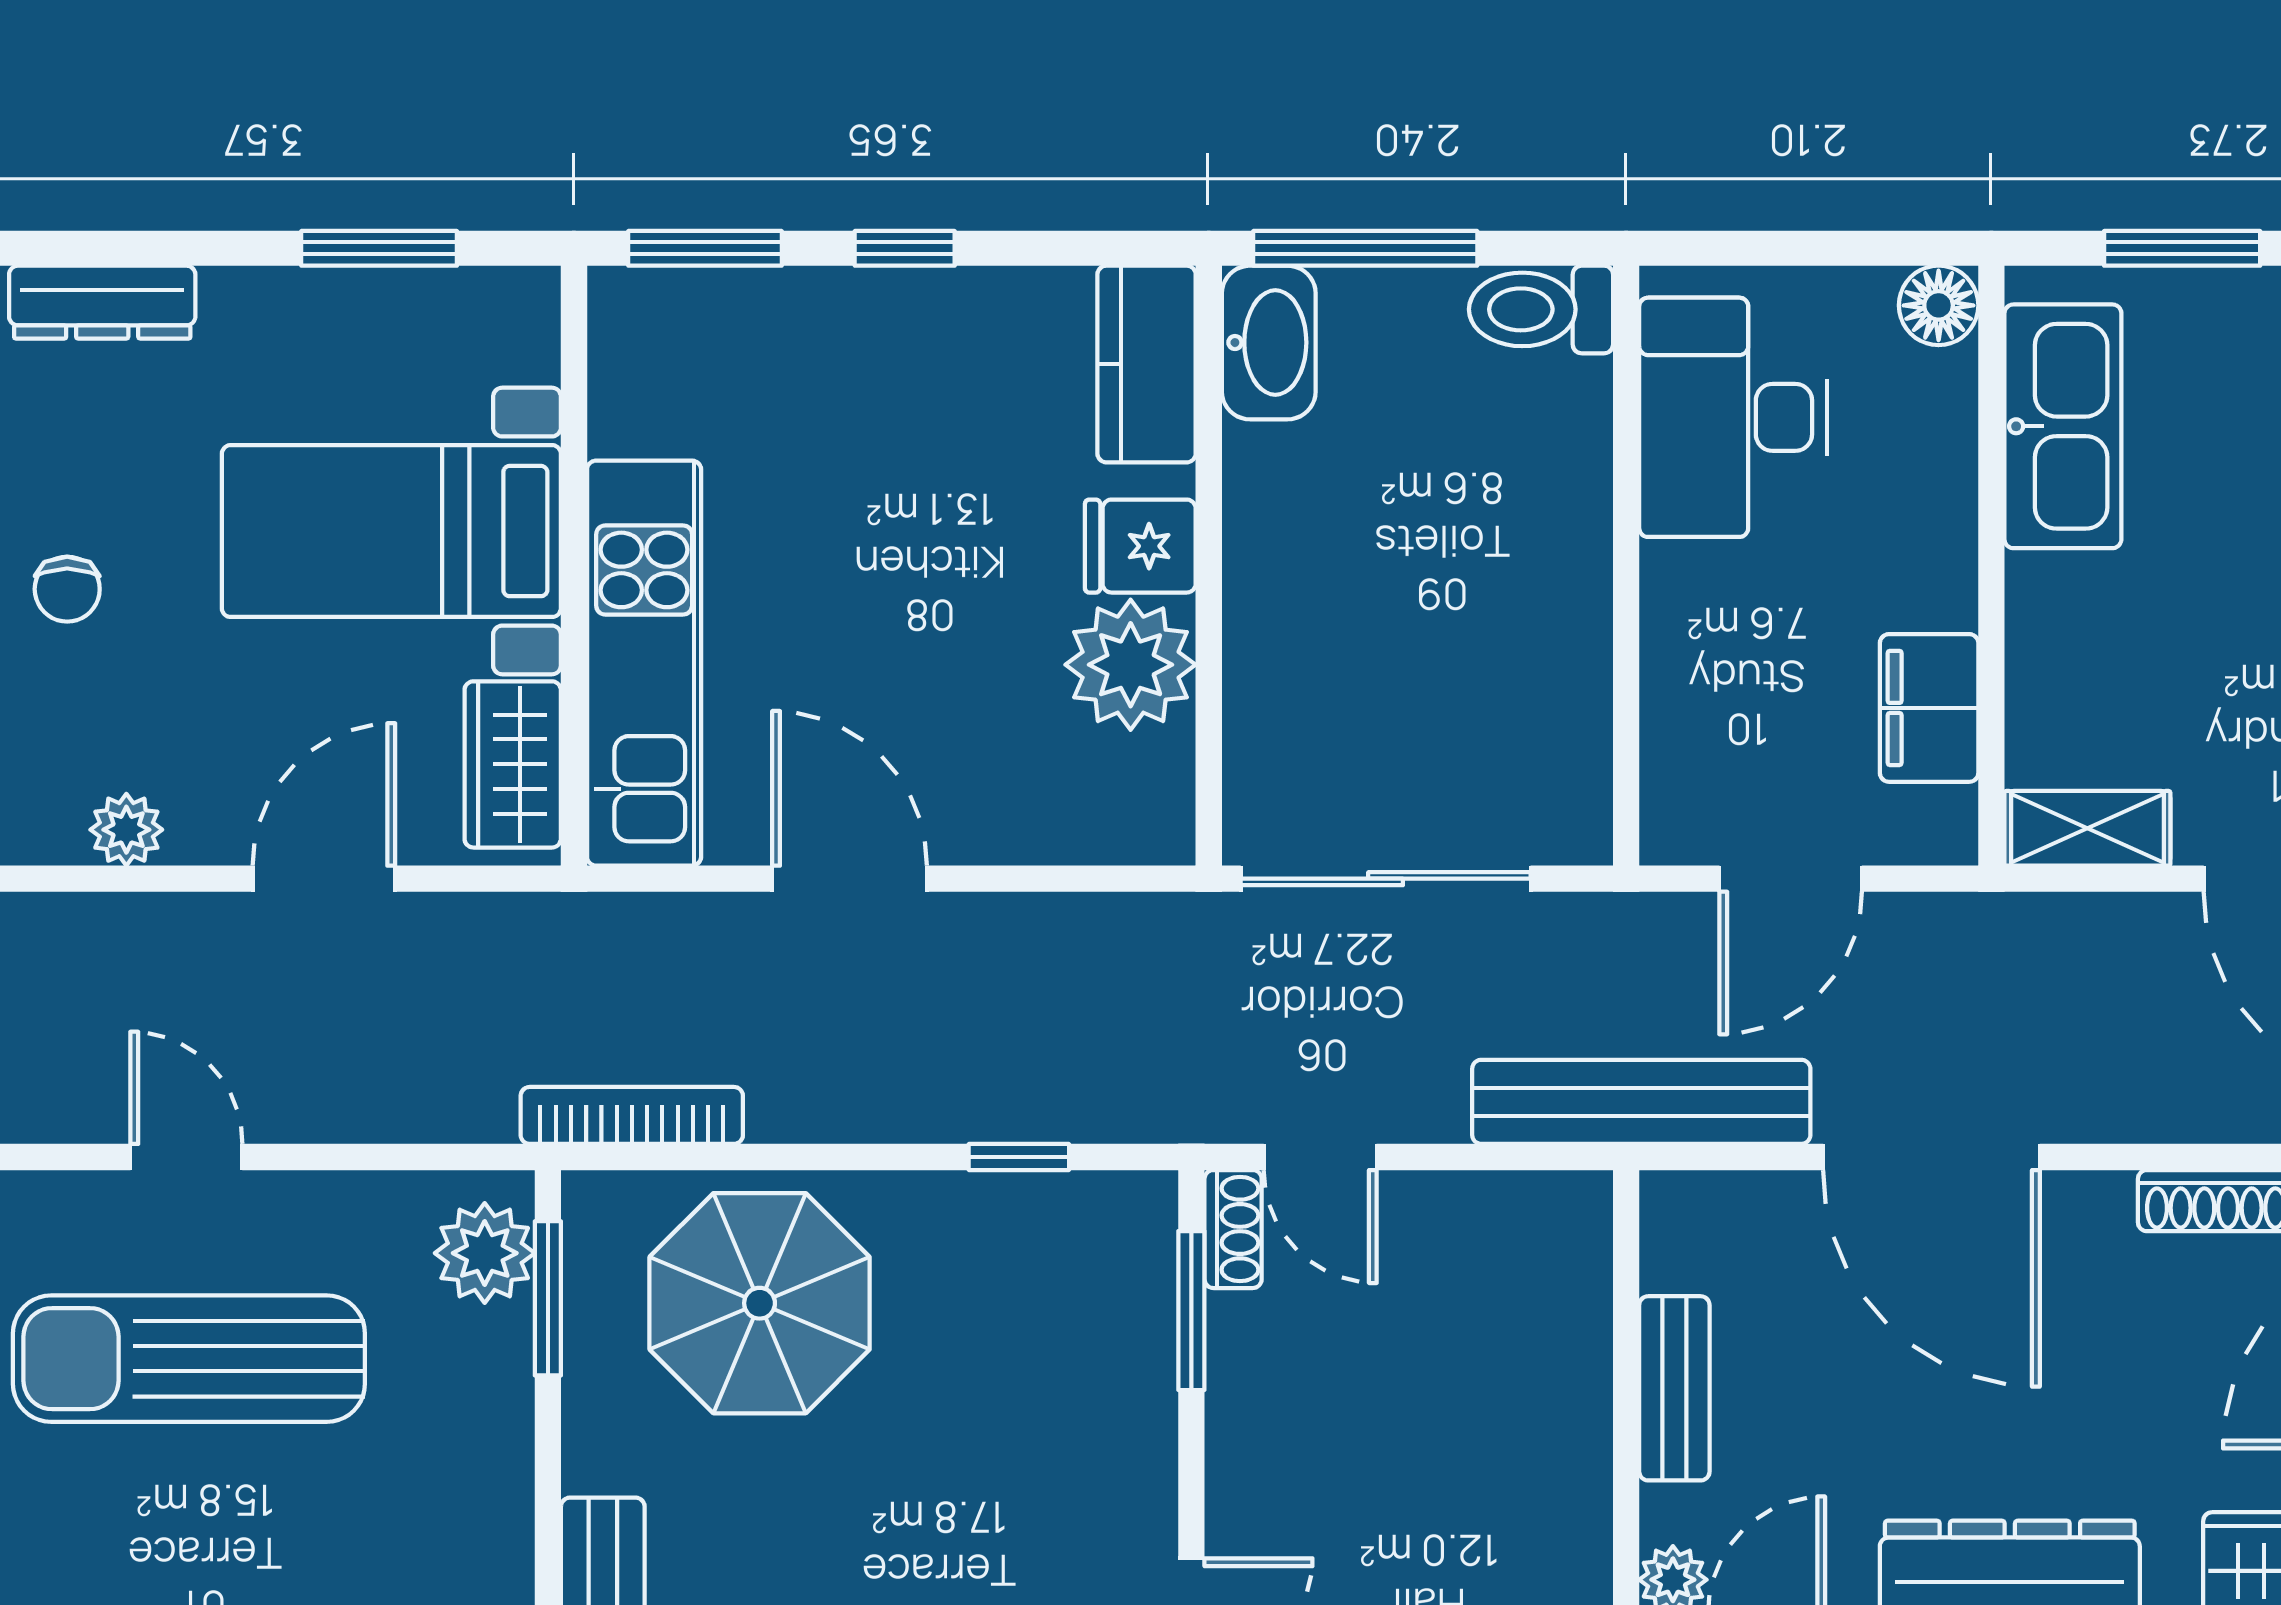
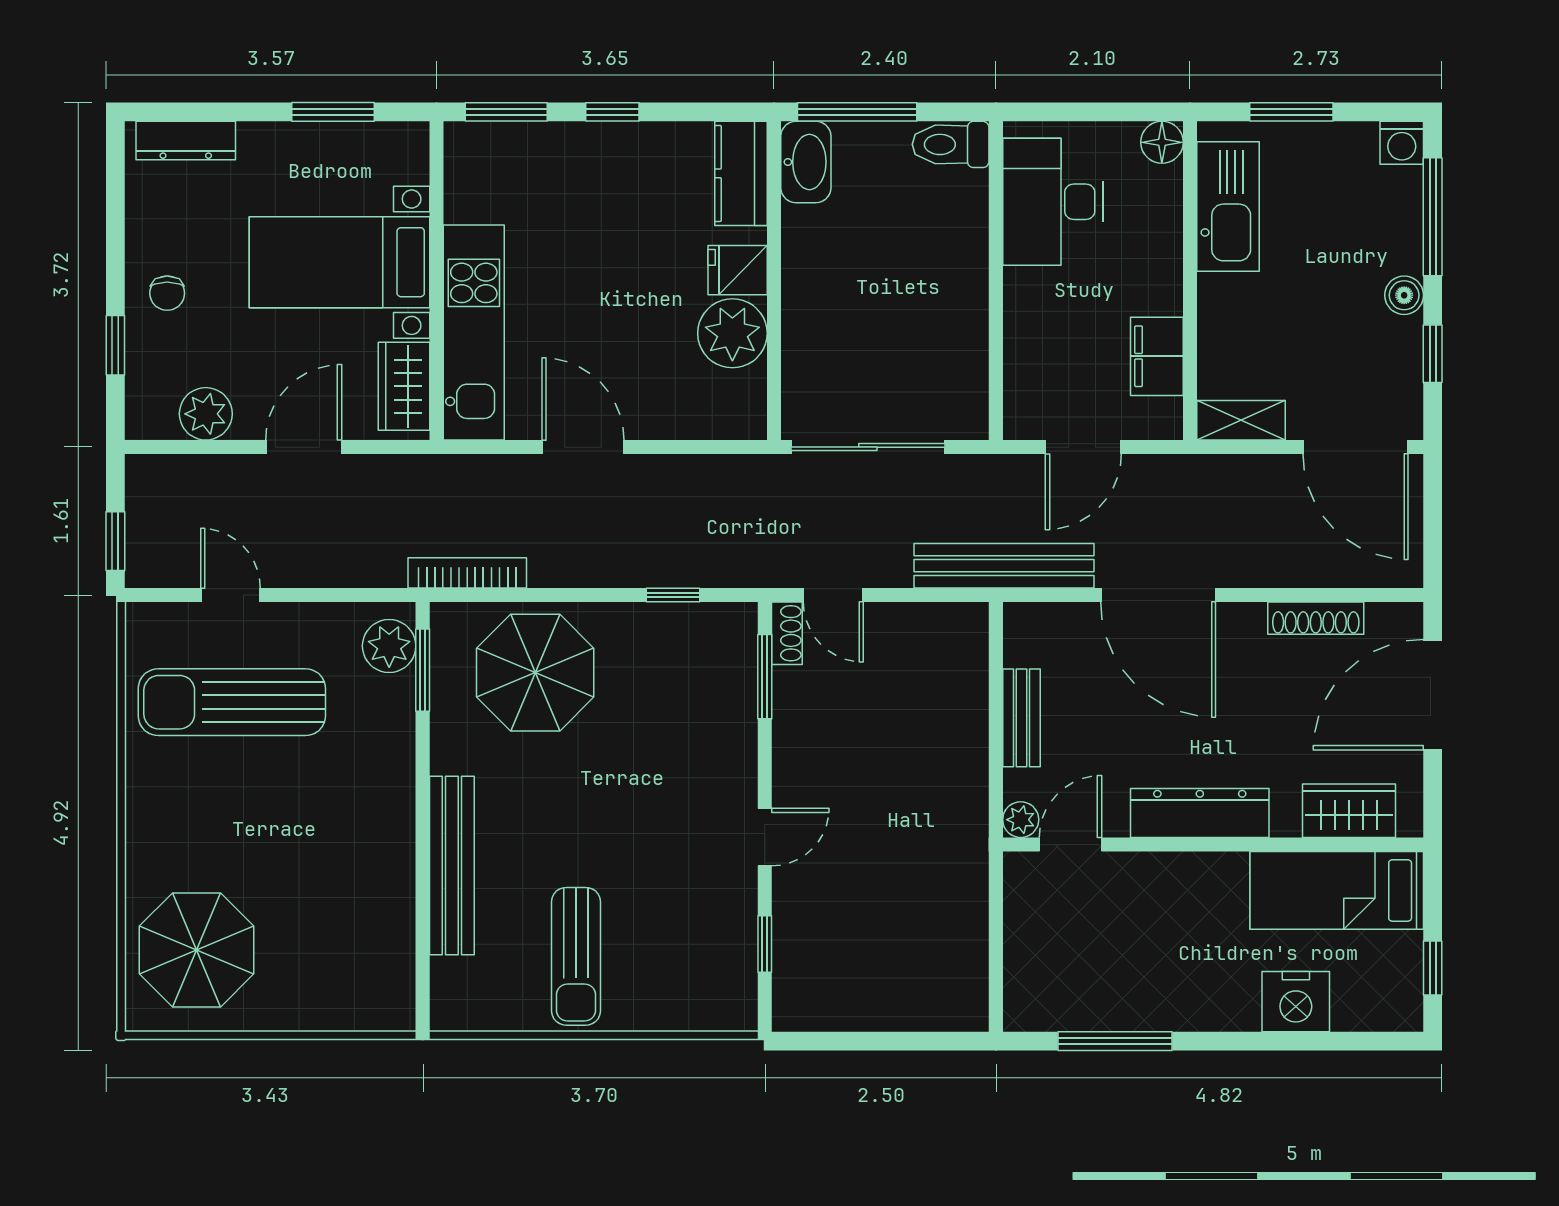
plant: (126, 830) -> (206, 414), width x1.38, depth x1.38

